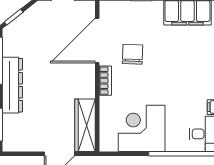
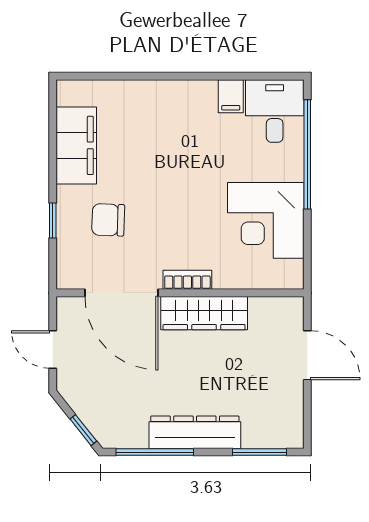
chair: (133, 54) -> (108, 220), moved
wardrobe: (85, 125) -> (204, 313), moved

